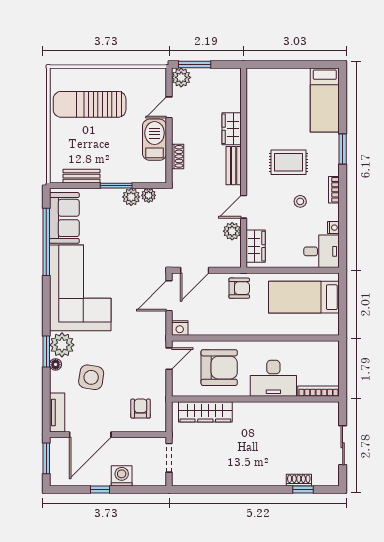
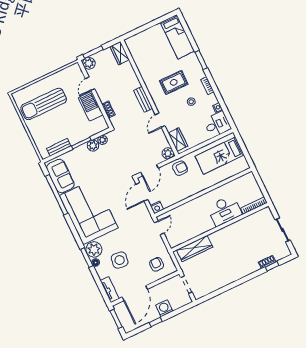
wardrobe: (232, 129) -> (120, 53), moved
plant: (232, 231) -> (168, 153), moved
armchair: (219, 368) -> (190, 219), removed

